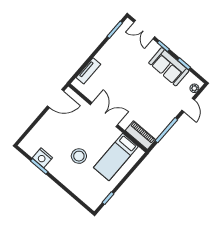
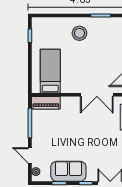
double door: (104, 115) -> (97, 95), moved
stool: (79, 156) -> (79, 33), moved
nightstand: (42, 158) -> (104, 24), removed

